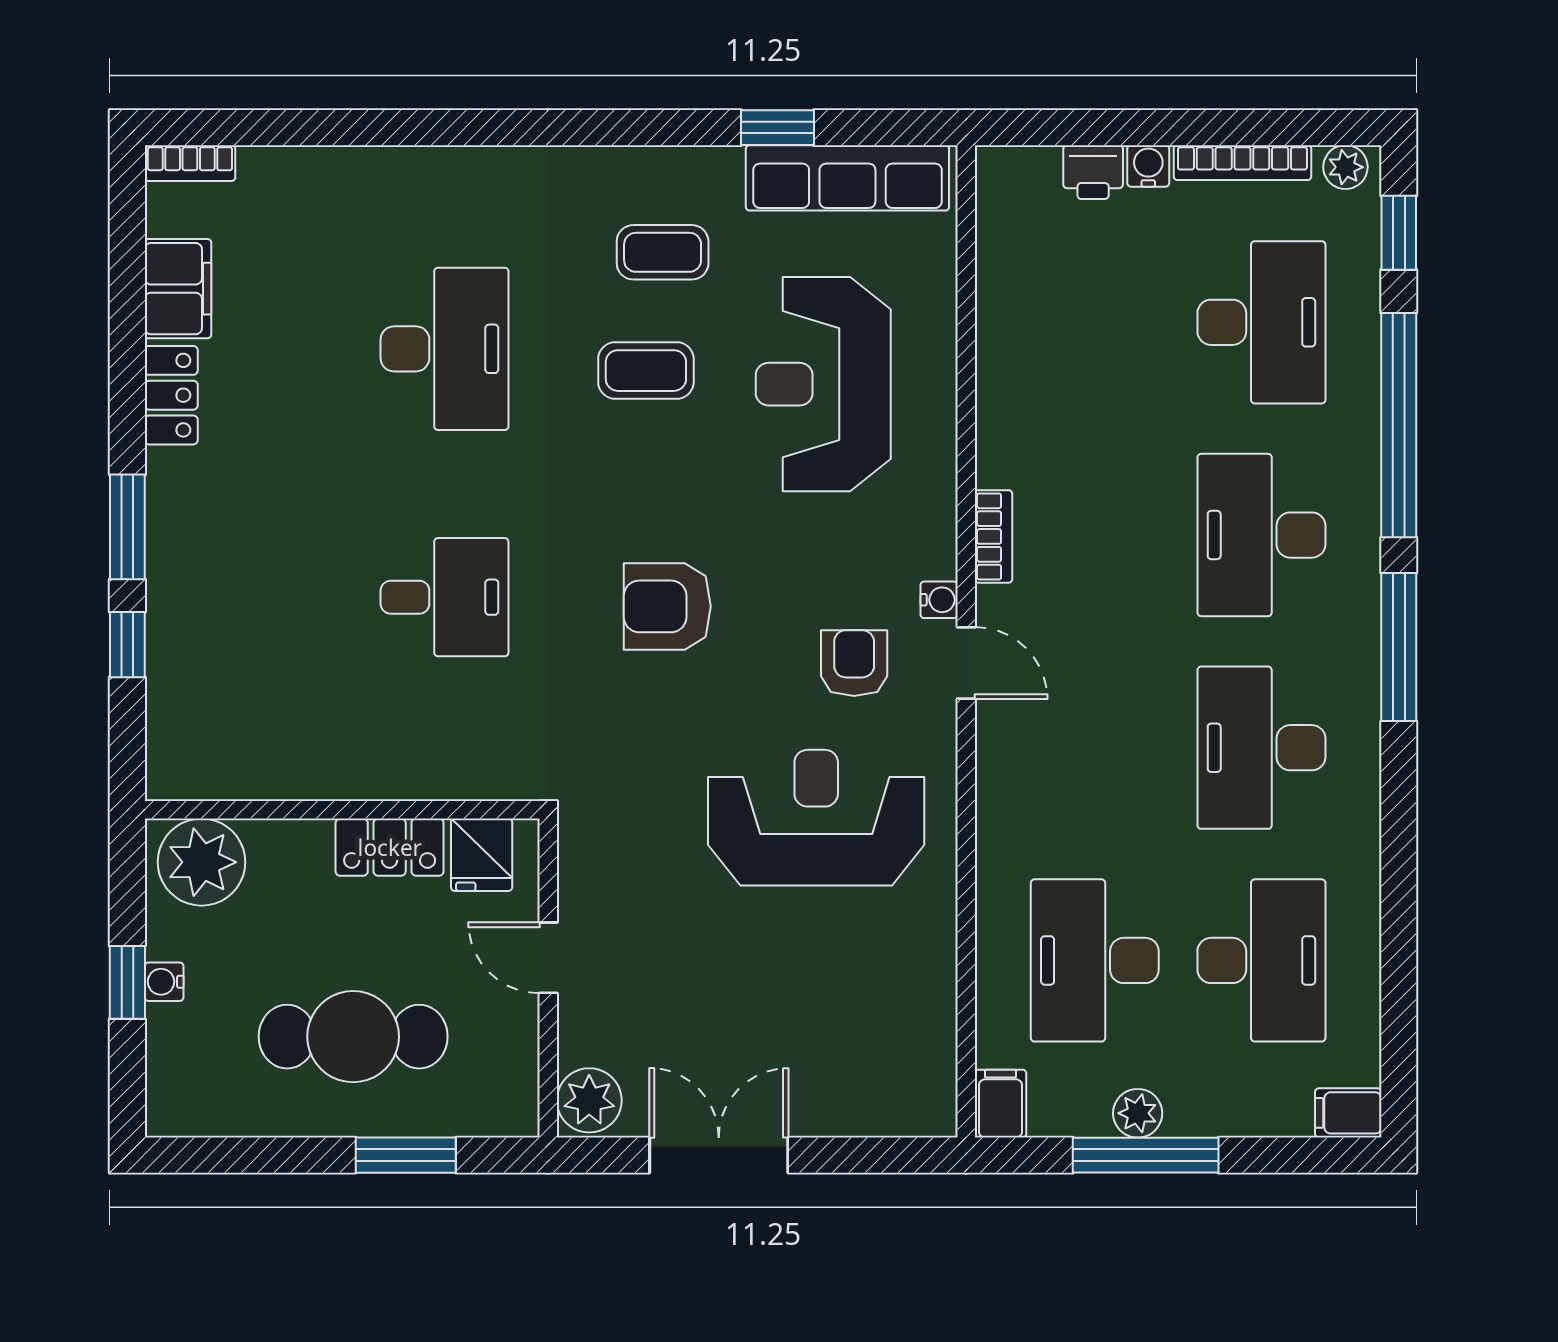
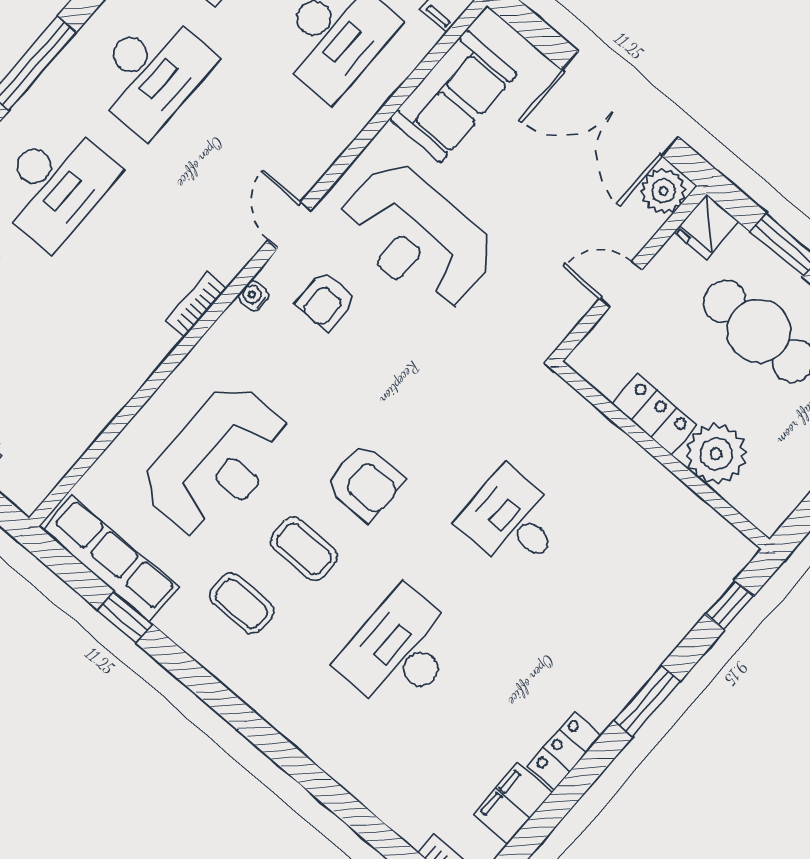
armchair: (667, 606) -> (365, 482), moved
window: (127, 645) -> (729, 605), moved
door: (966, 663) -> (289, 225), moved
fridge: (482, 855) -> (706, 227), moved, turned 180
plant: (202, 862) -> (716, 454), moved
door: (548, 958) -> (621, 284), swing flipped
sofa: (908, 1006) -> (453, 96), added
double door: (719, 1155) -> (620, 104), width x1.37

